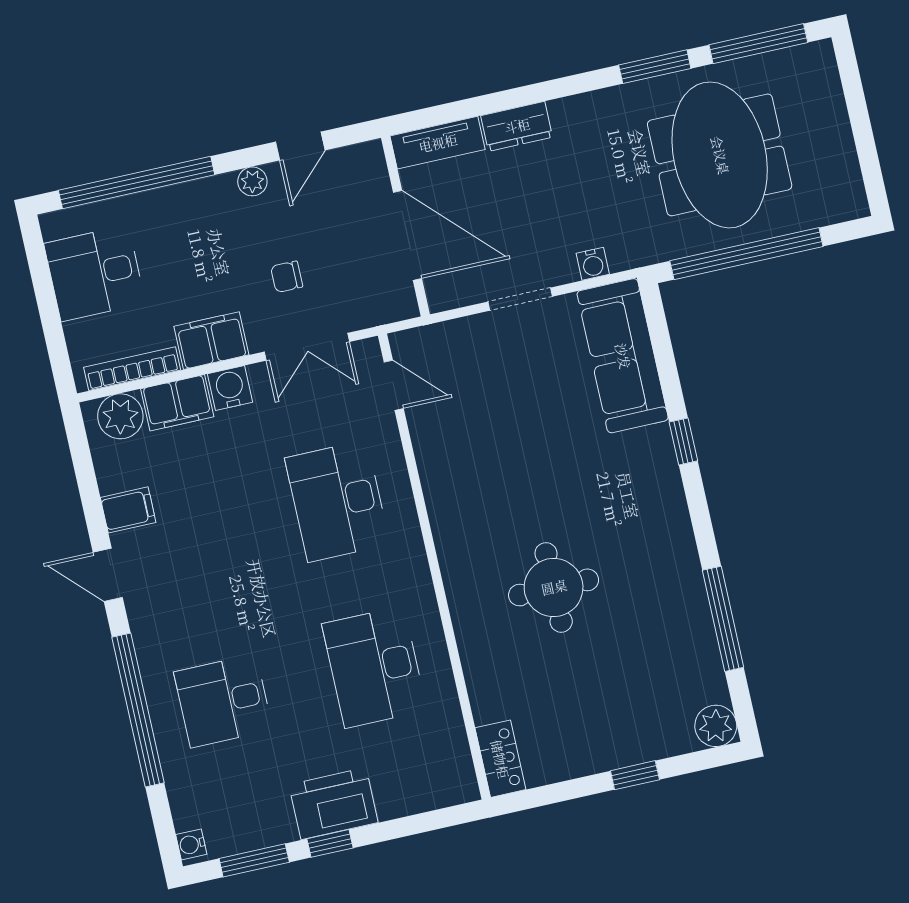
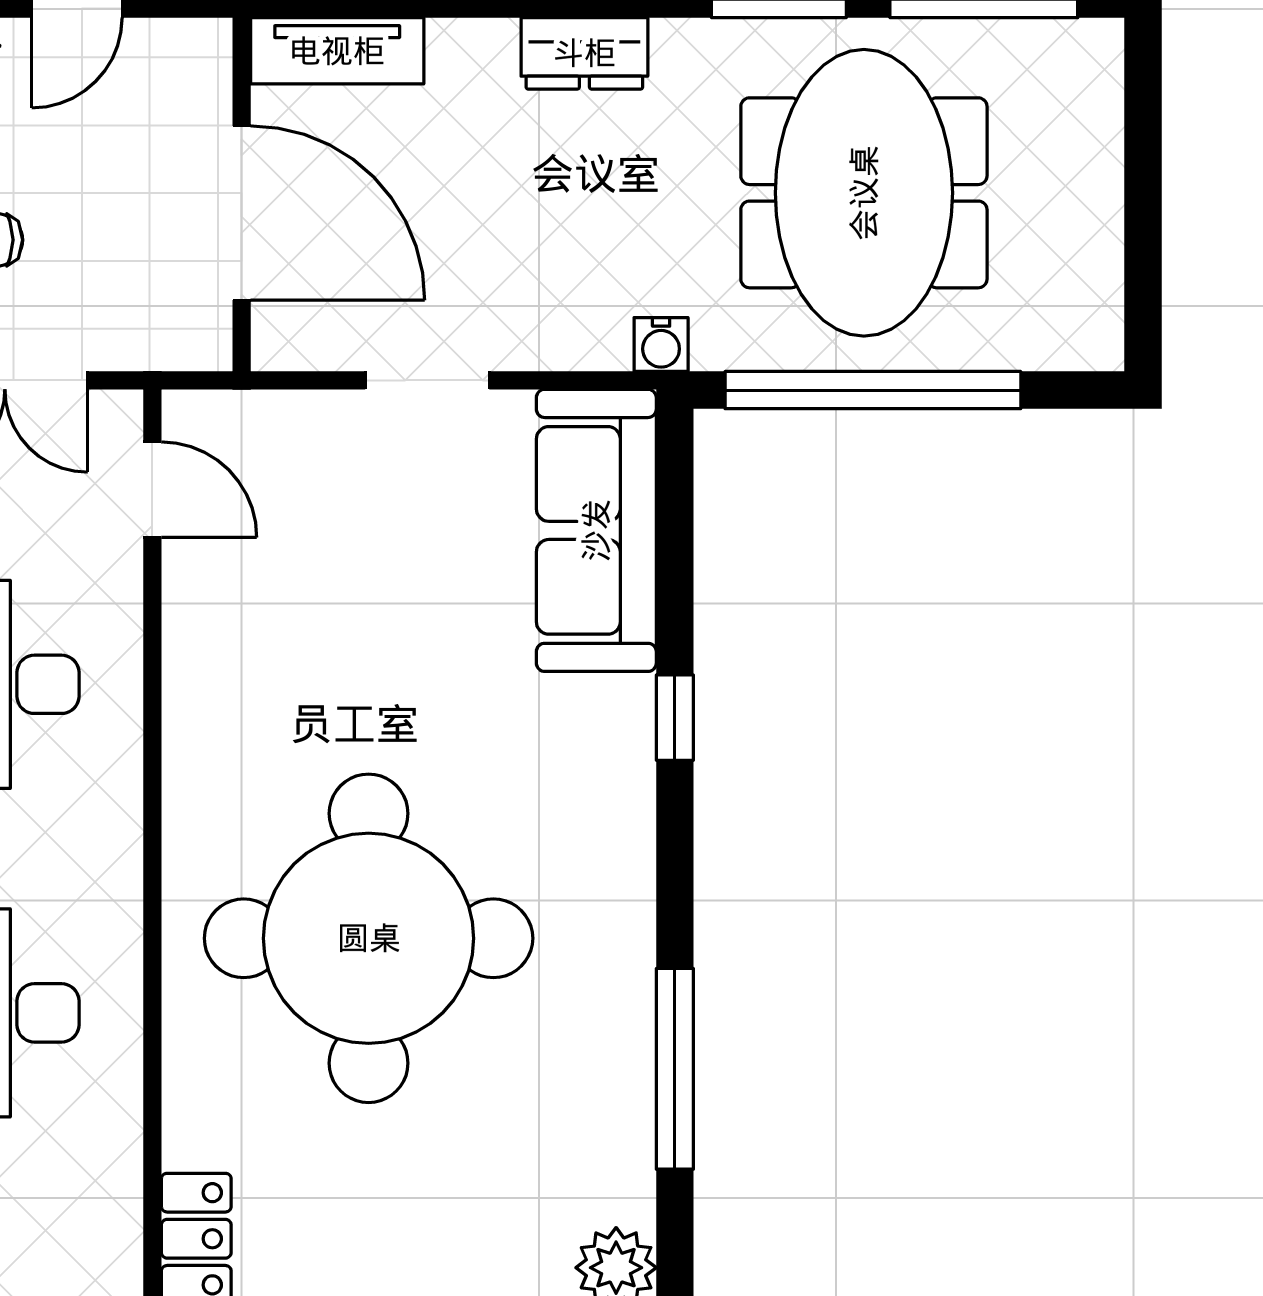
dresser: (517, 126) -> (584, 53), moved
water cooler: (593, 264) -> (661, 345), moved
round table: (554, 587) -> (369, 938), width x1.86, depth x1.86

